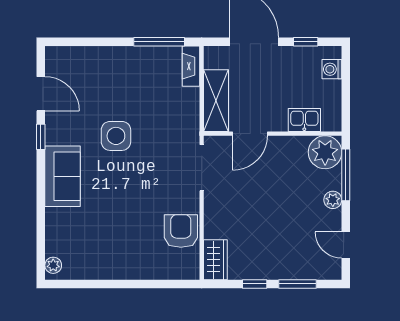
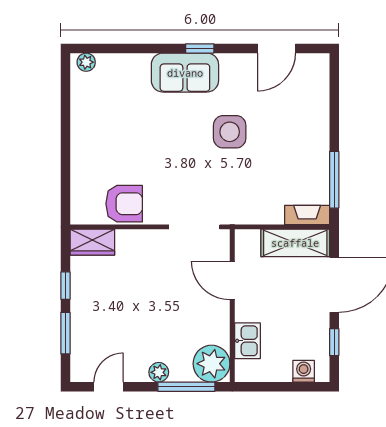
shelving: (216, 101) -> (295, 243), moved
window: (41, 137) -> (200, 48), moved

